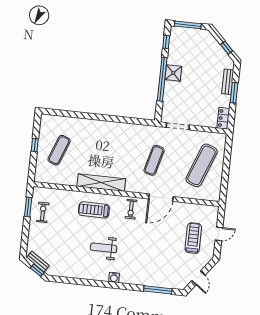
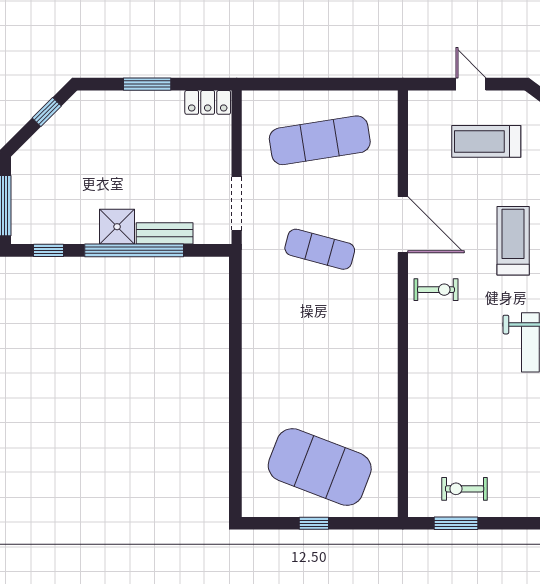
bench: (228, 82) -> (165, 233), moved
exercise mat: (59, 150) -> (320, 467), width x2.00, depth x1.45
exercise mat: (202, 165) -> (320, 140), turned -30
shelving: (101, 183) -> (383, 363), removed
treadmill: (94, 210) -> (513, 241), moved, turned 180

